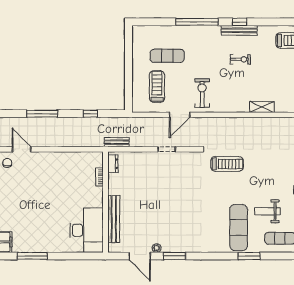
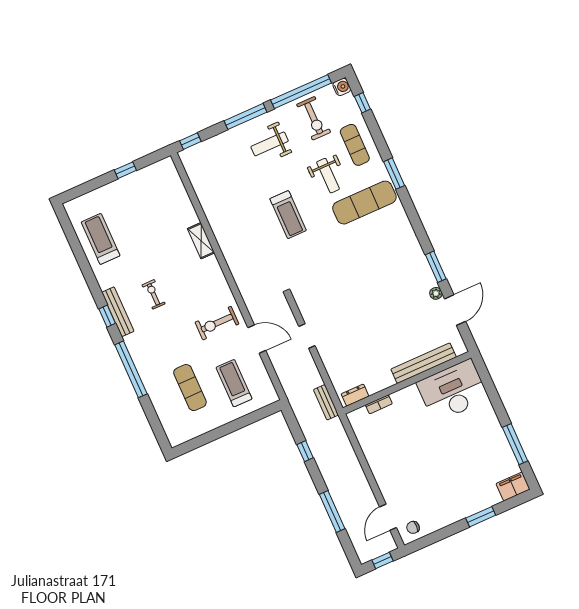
treadmill: (157, 87) -> (234, 383), turned 90
treadmill: (227, 164) -> (288, 215), moved, turned 180

